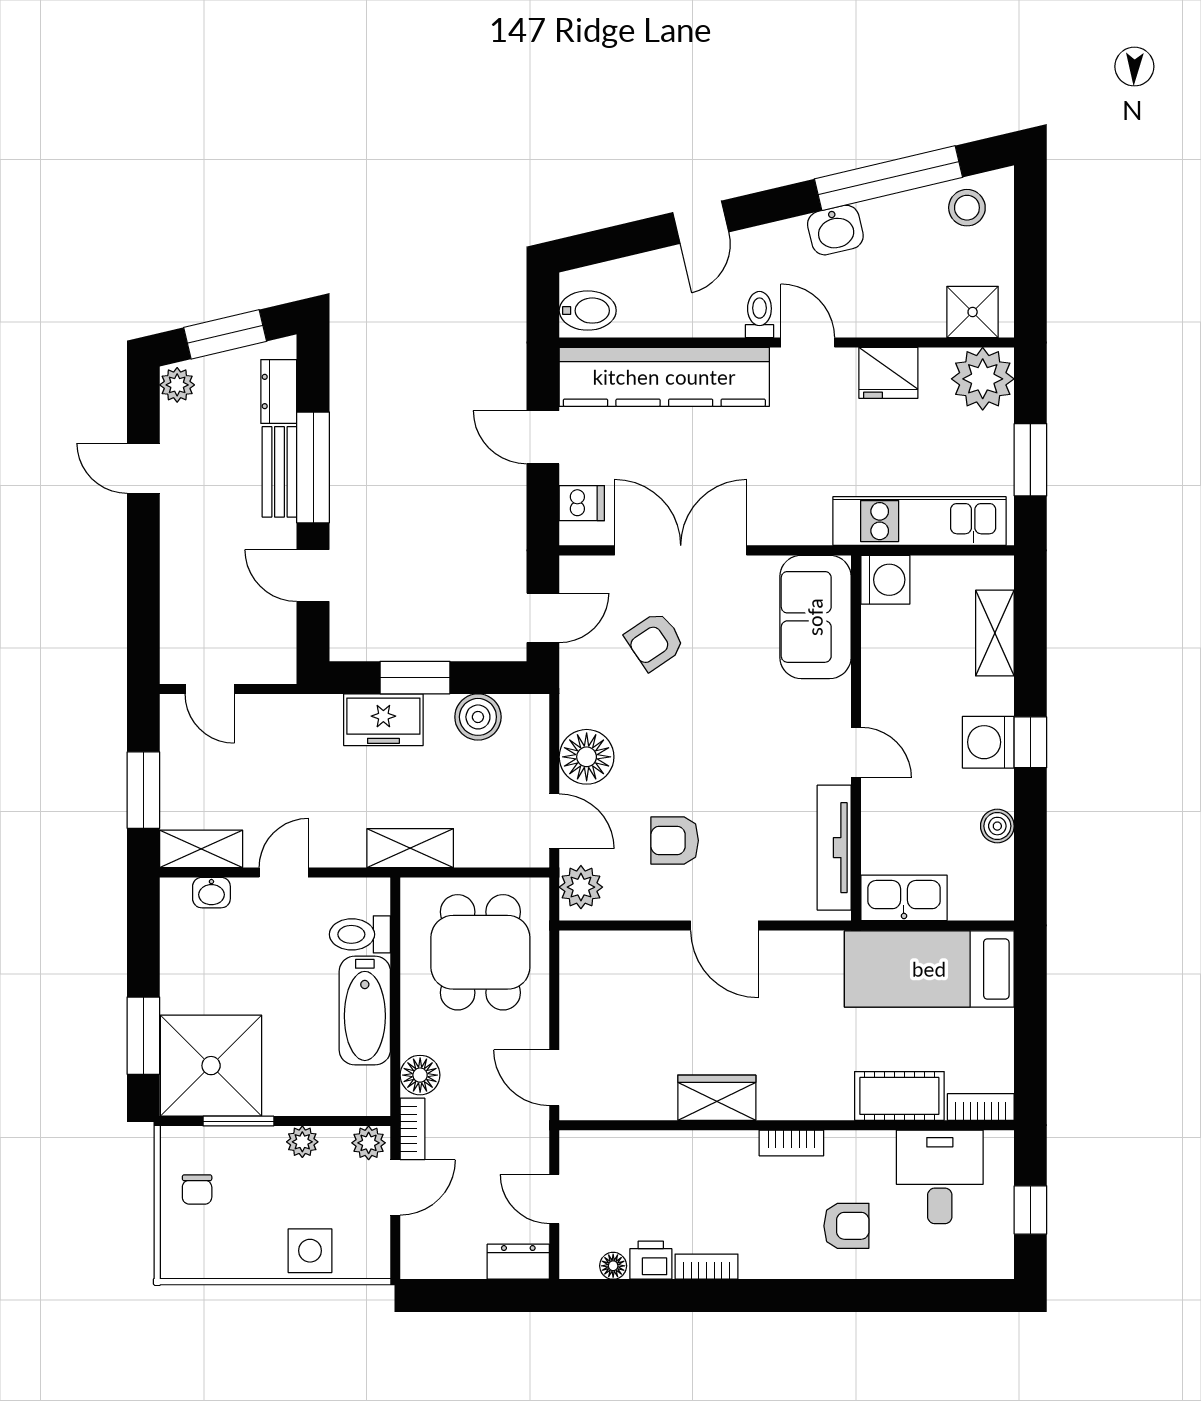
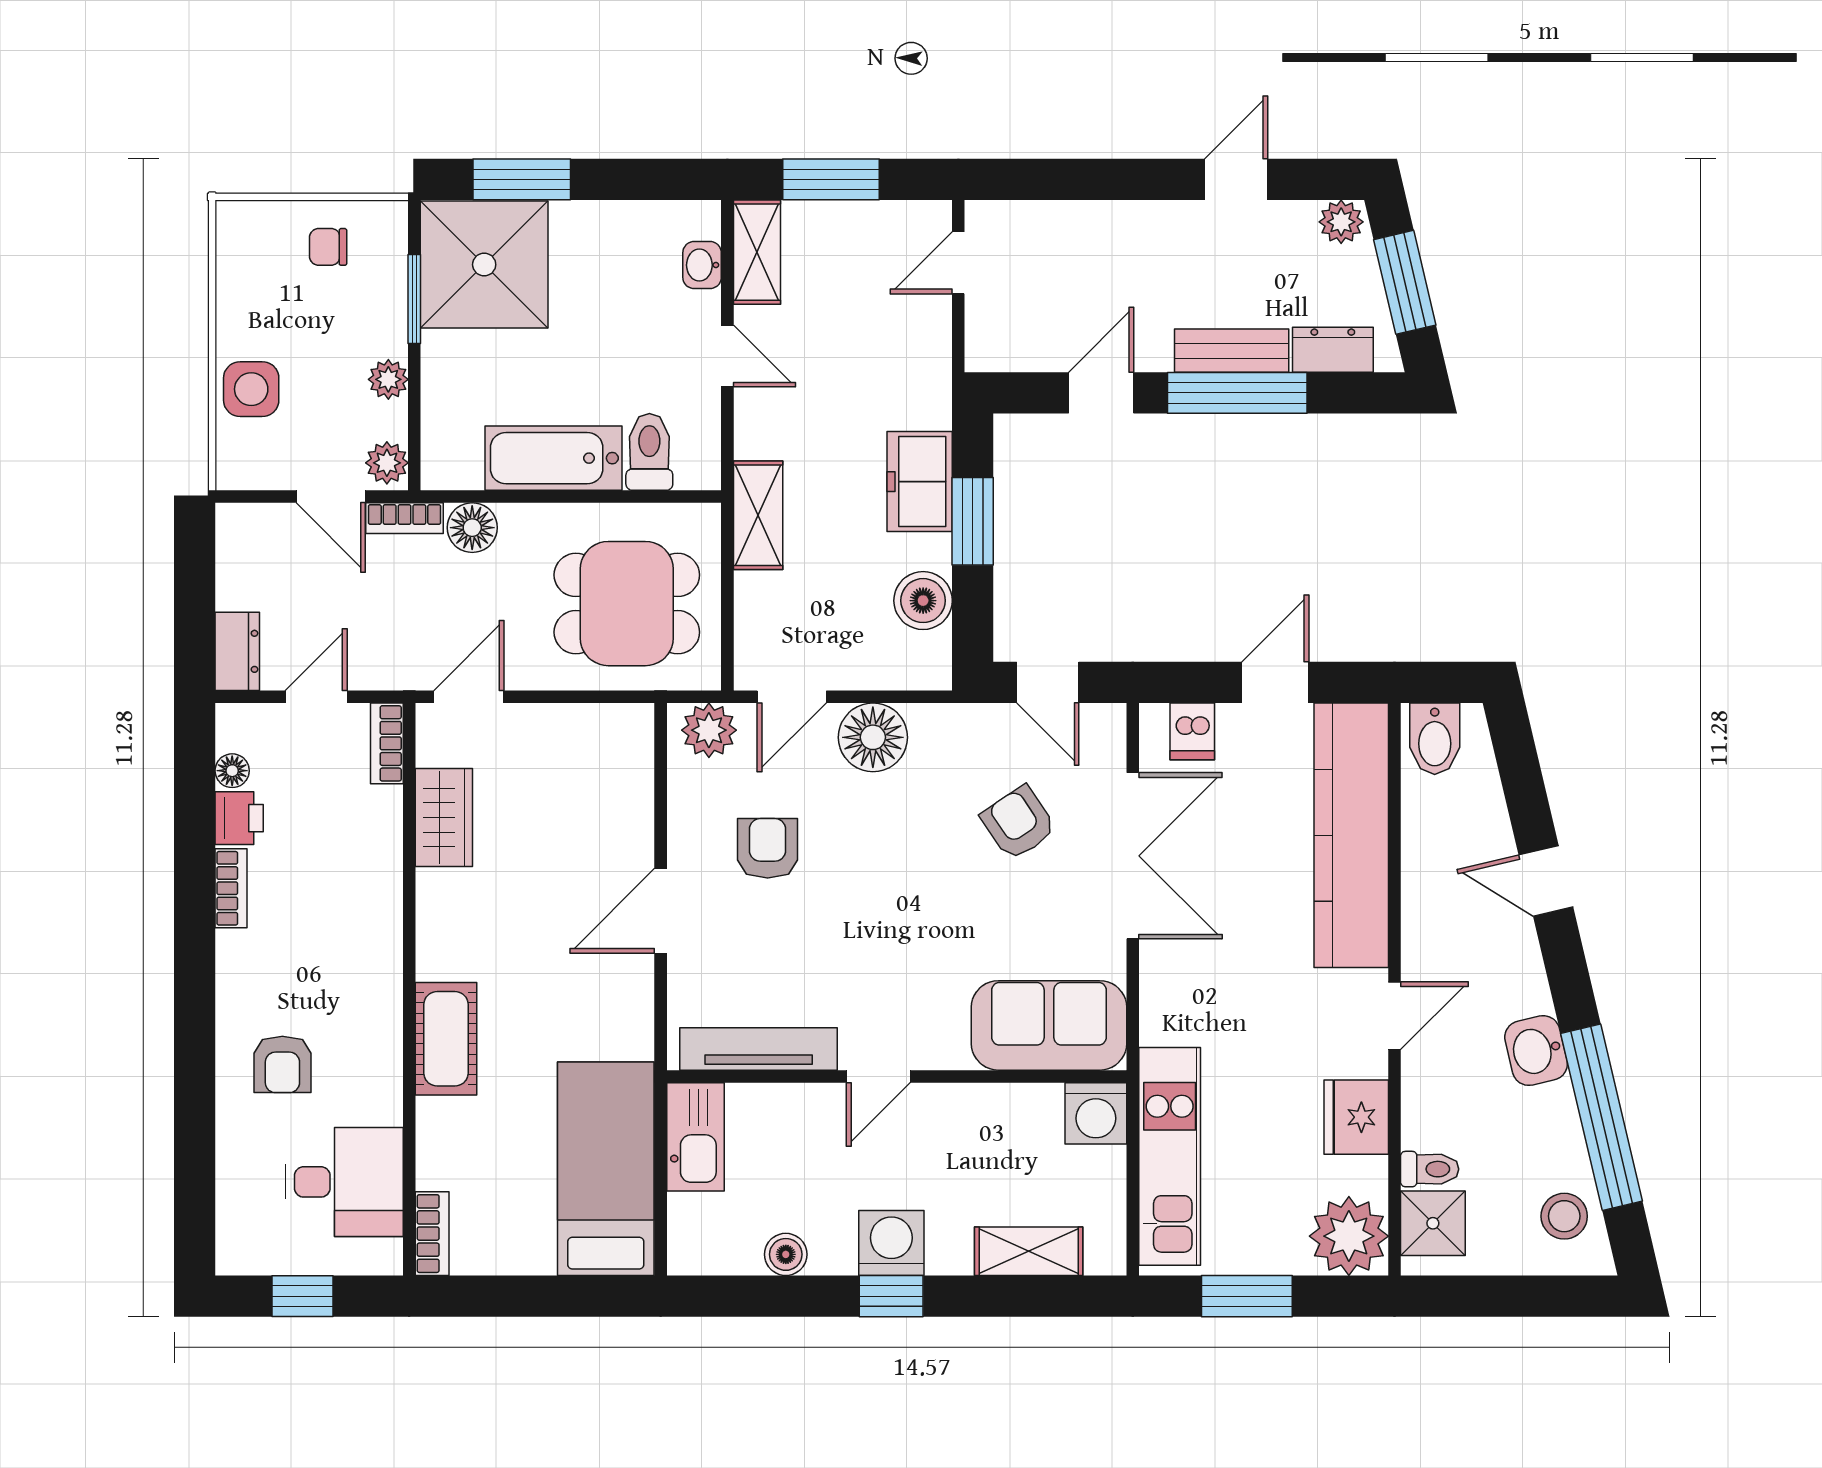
toilet: (759, 315) -> (1430, 1169), moved
cot: (899, 1096) -> (446, 1039), moved
wardrobe: (717, 1098) -> (444, 818), moved
bookcase: (791, 1143) -> (387, 743), moved

